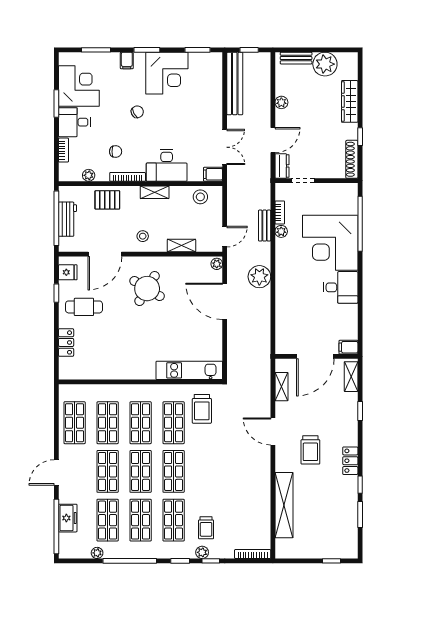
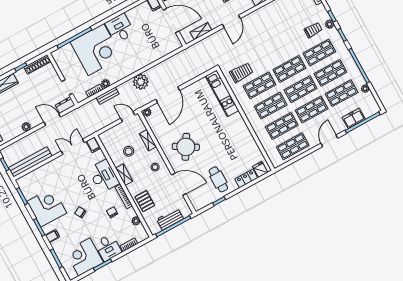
stool: (200, 197) -> (129, 151), moved
fridge: (68, 272) -> (260, 170), moved
door: (56, 472) -> (329, 141), swing flipped

